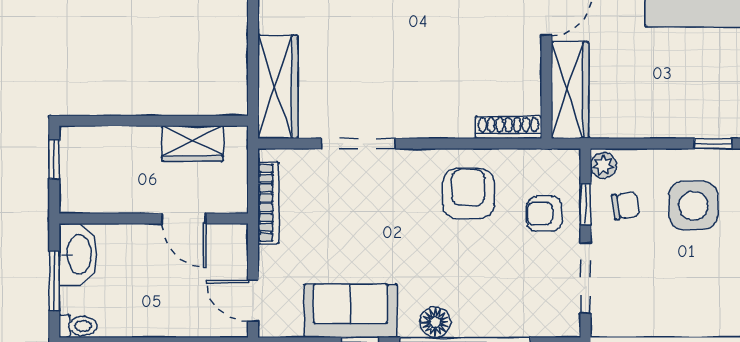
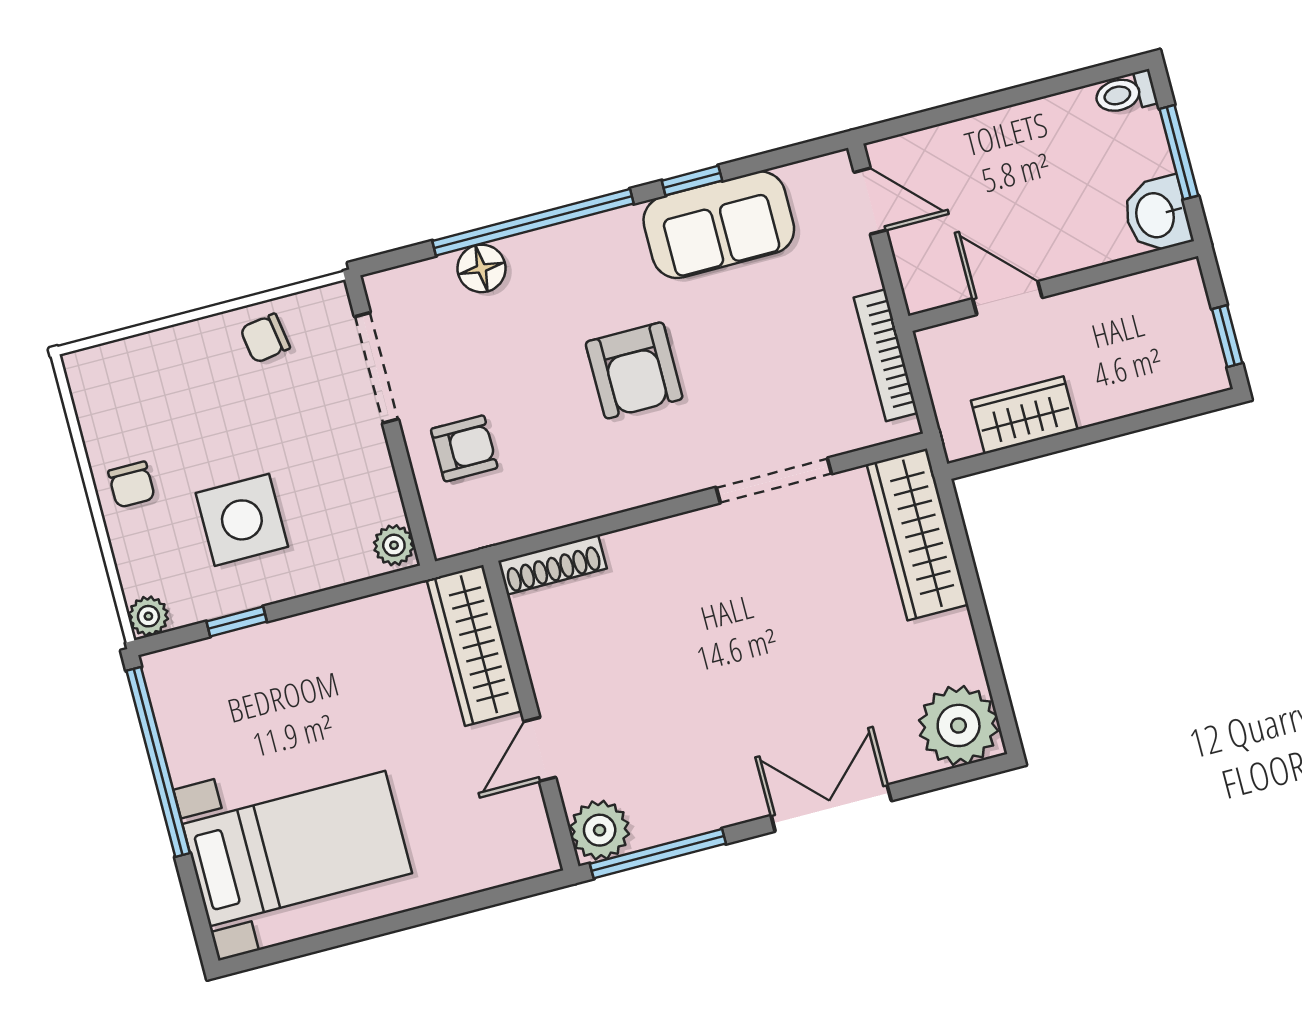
armchair: (468, 194) -> (634, 370), moved
window: (586, 204) -> (405, 479), removed
chair: (626, 206) -> (265, 338), moved
washbasin: (78, 254) -> (1157, 215), width x0.72
floor lamp: (435, 322) -> (482, 268), moved

